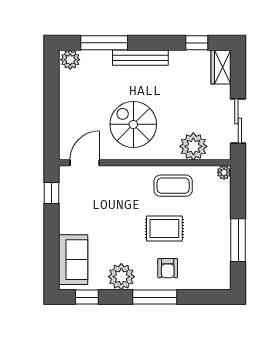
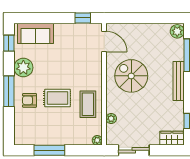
spiral stairs: (133, 124) -> (131, 76), turned -90
plant: (193, 146) -> (111, 119), width x0.53, depth x0.53
rug: (164, 229) -> (57, 98), turned 90

